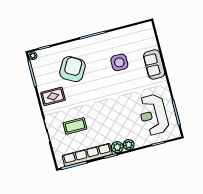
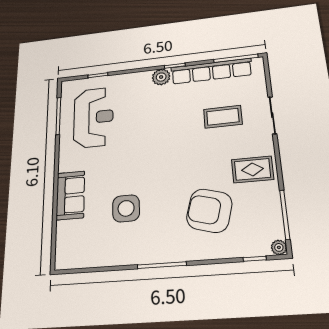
armchair: (72, 69) -> (209, 211), turned 75
plant: (129, 145) -> (142, 79), removed

